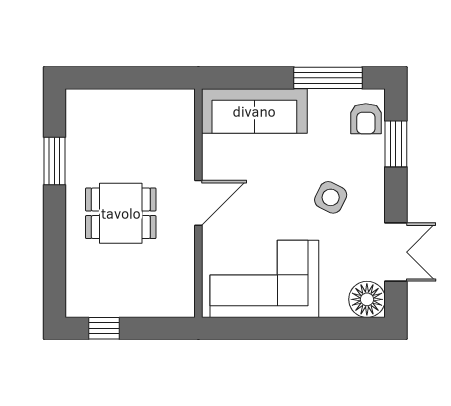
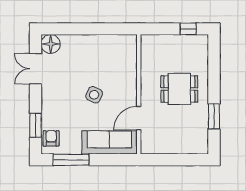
side table: (331, 197) -> (94, 95), moved
door: (198, 203) -> (139, 118), moved
corner sofa: (264, 279) -> (104, 55), removed

